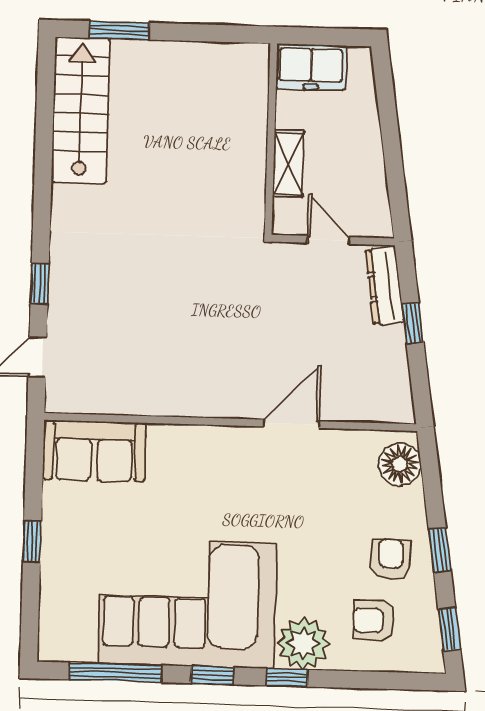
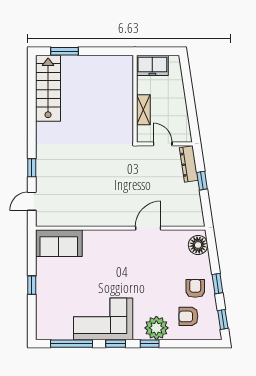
corner sofa: (187, 603) -> (103, 319), width x0.73, depth x0.74

